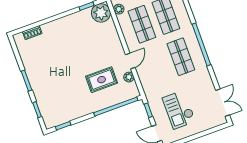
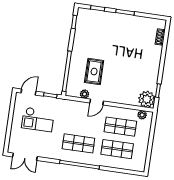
door: (130, 61) -> (97, 102), hinge flipped
checkout: (179, 110) -> (38, 120), turned 180

